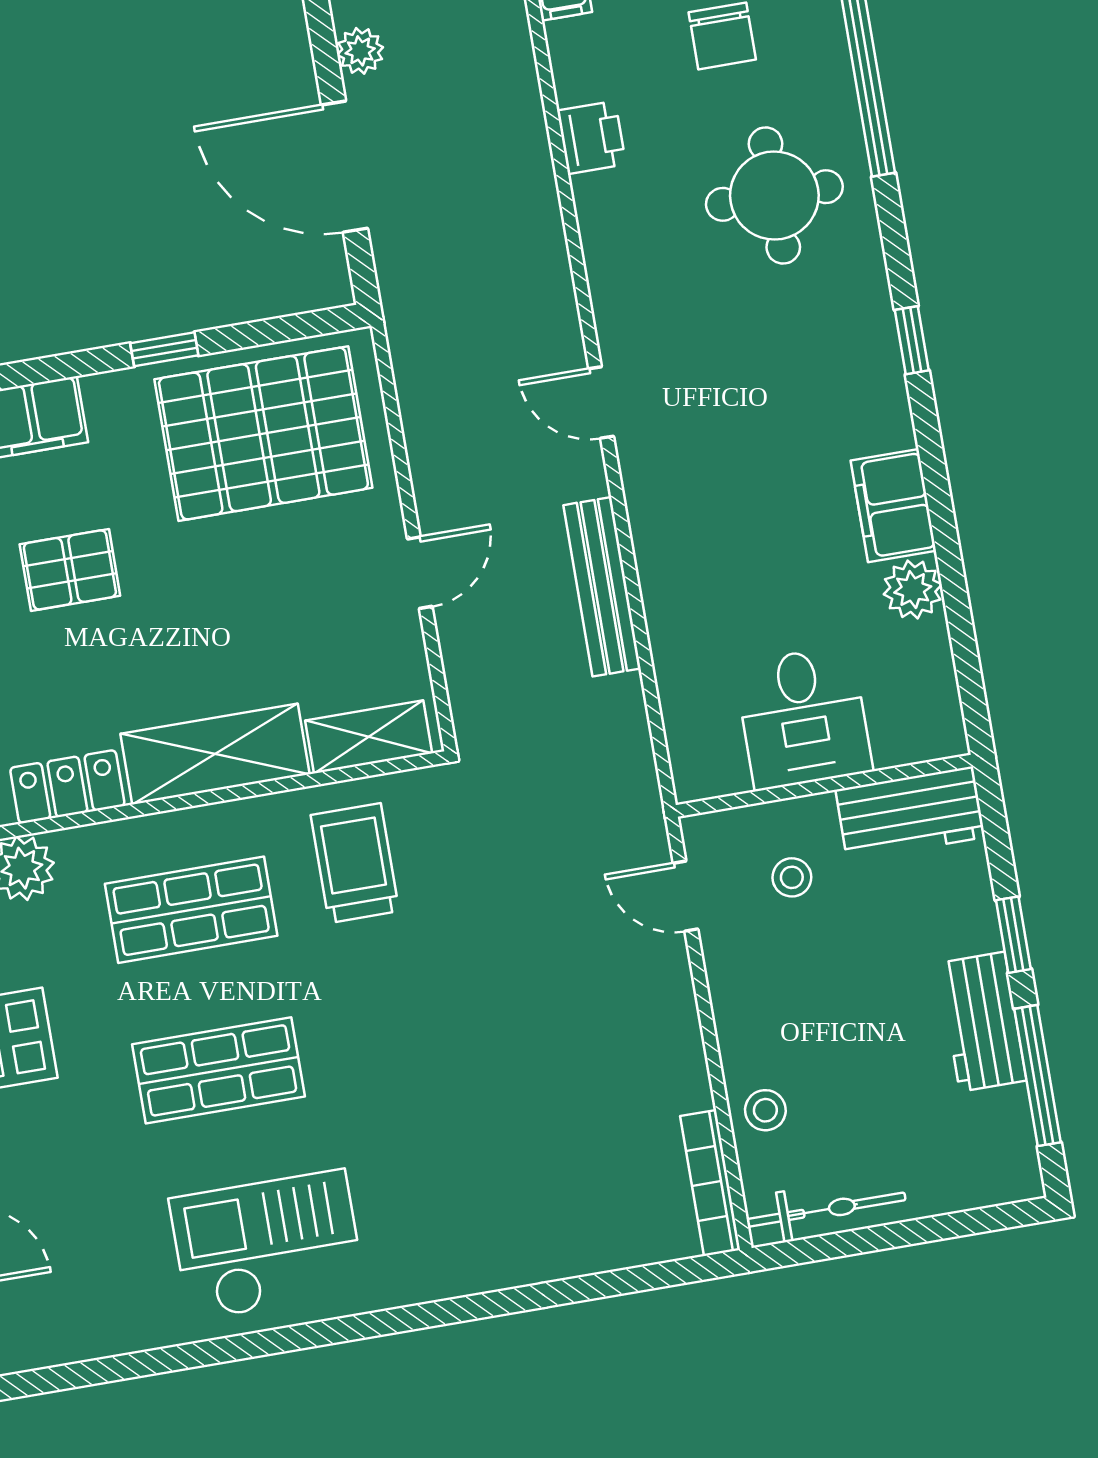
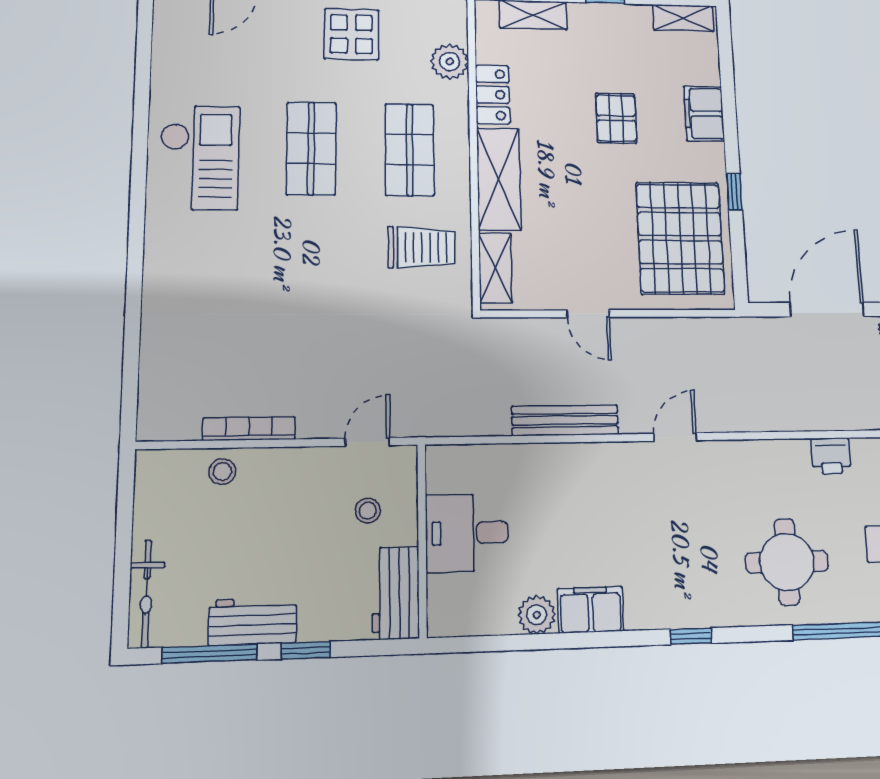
bookcase: (710, 1183) -> (249, 429), moved
bicycle: (826, 1210) -> (146, 594), moved

